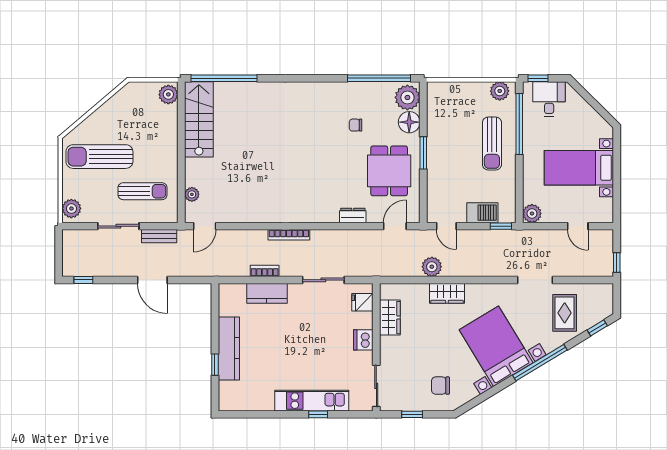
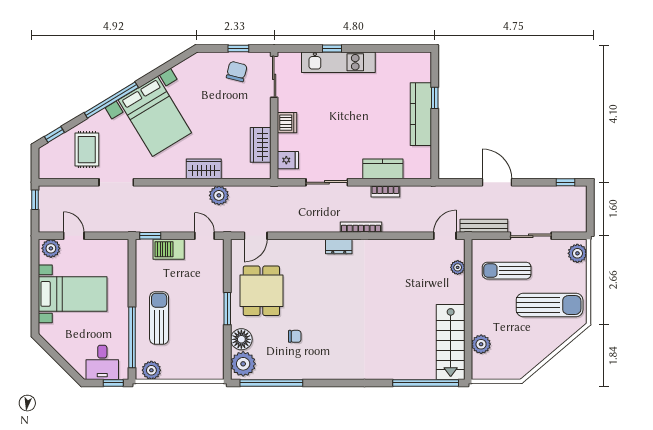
plant: (168, 94) -> (481, 344), moved
plant: (532, 213) -> (51, 248), moved
dresser: (353, 215) -> (339, 246), moved
bench: (159, 236) -> (484, 226), width x1.36
chair: (440, 386) -> (237, 71), moved, turned -76

